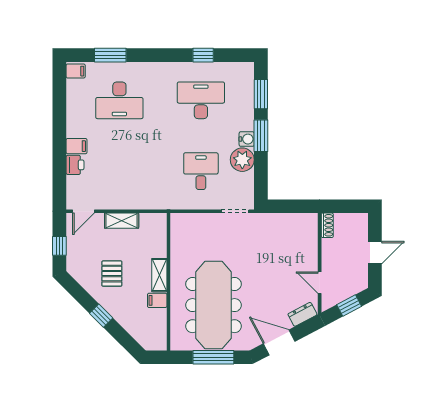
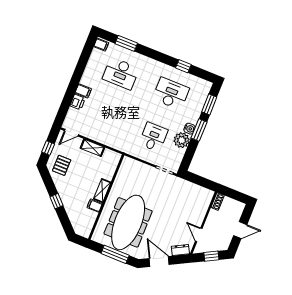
pallet: (112, 274) -> (62, 165), moved

